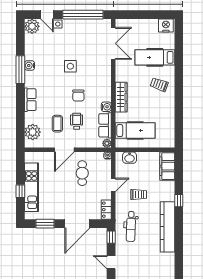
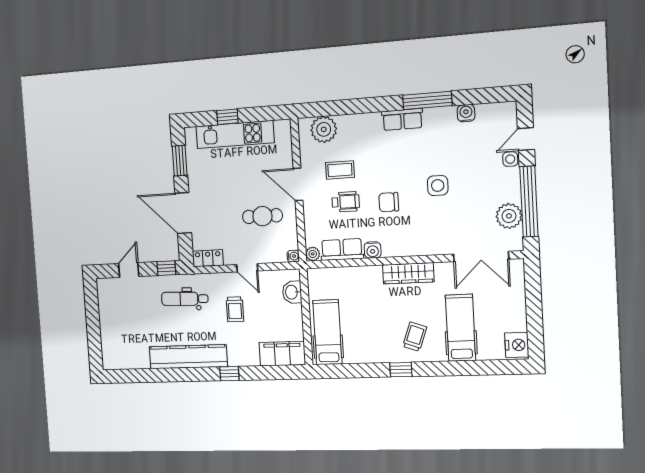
plant: (32, 26) -> (509, 216), moved
water cooler: (30, 65) -> (466, 113), moved
window: (179, 94) -> (401, 370), added
wardrobe: (121, 97) -> (408, 273), moved
row of seats: (30, 100) -> (402, 119), moved
hospital bed: (135, 131) -> (327, 332), moved, turned 180

